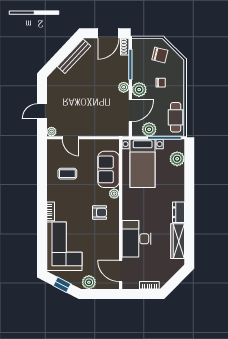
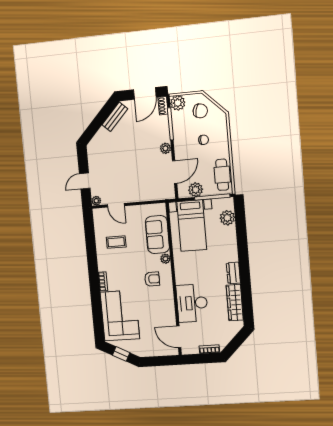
bench: (74, 56) -> (115, 117), width x0.73
plant: (139, 90) -> (178, 103), moved
plant: (89, 282) -> (148, 350), removed

